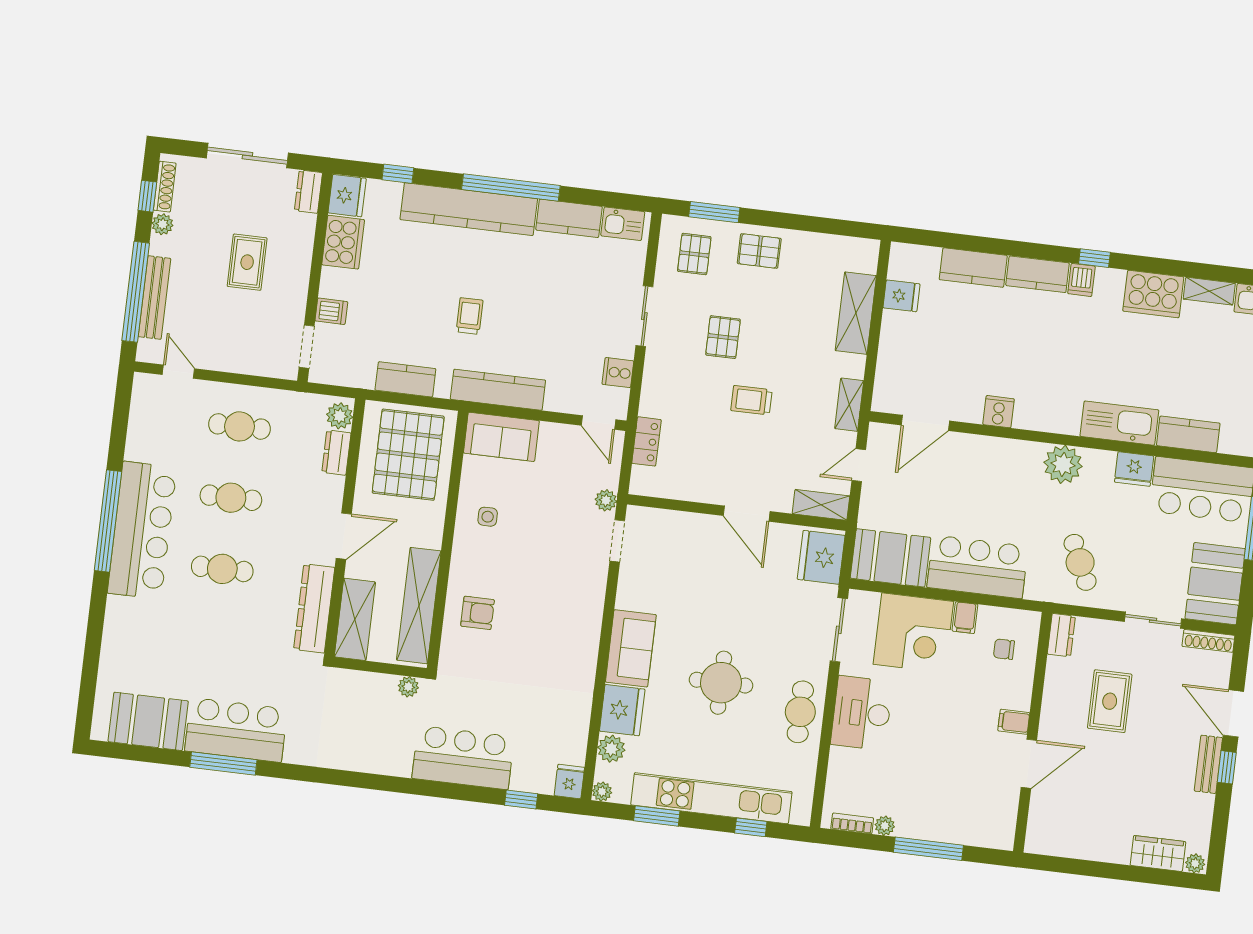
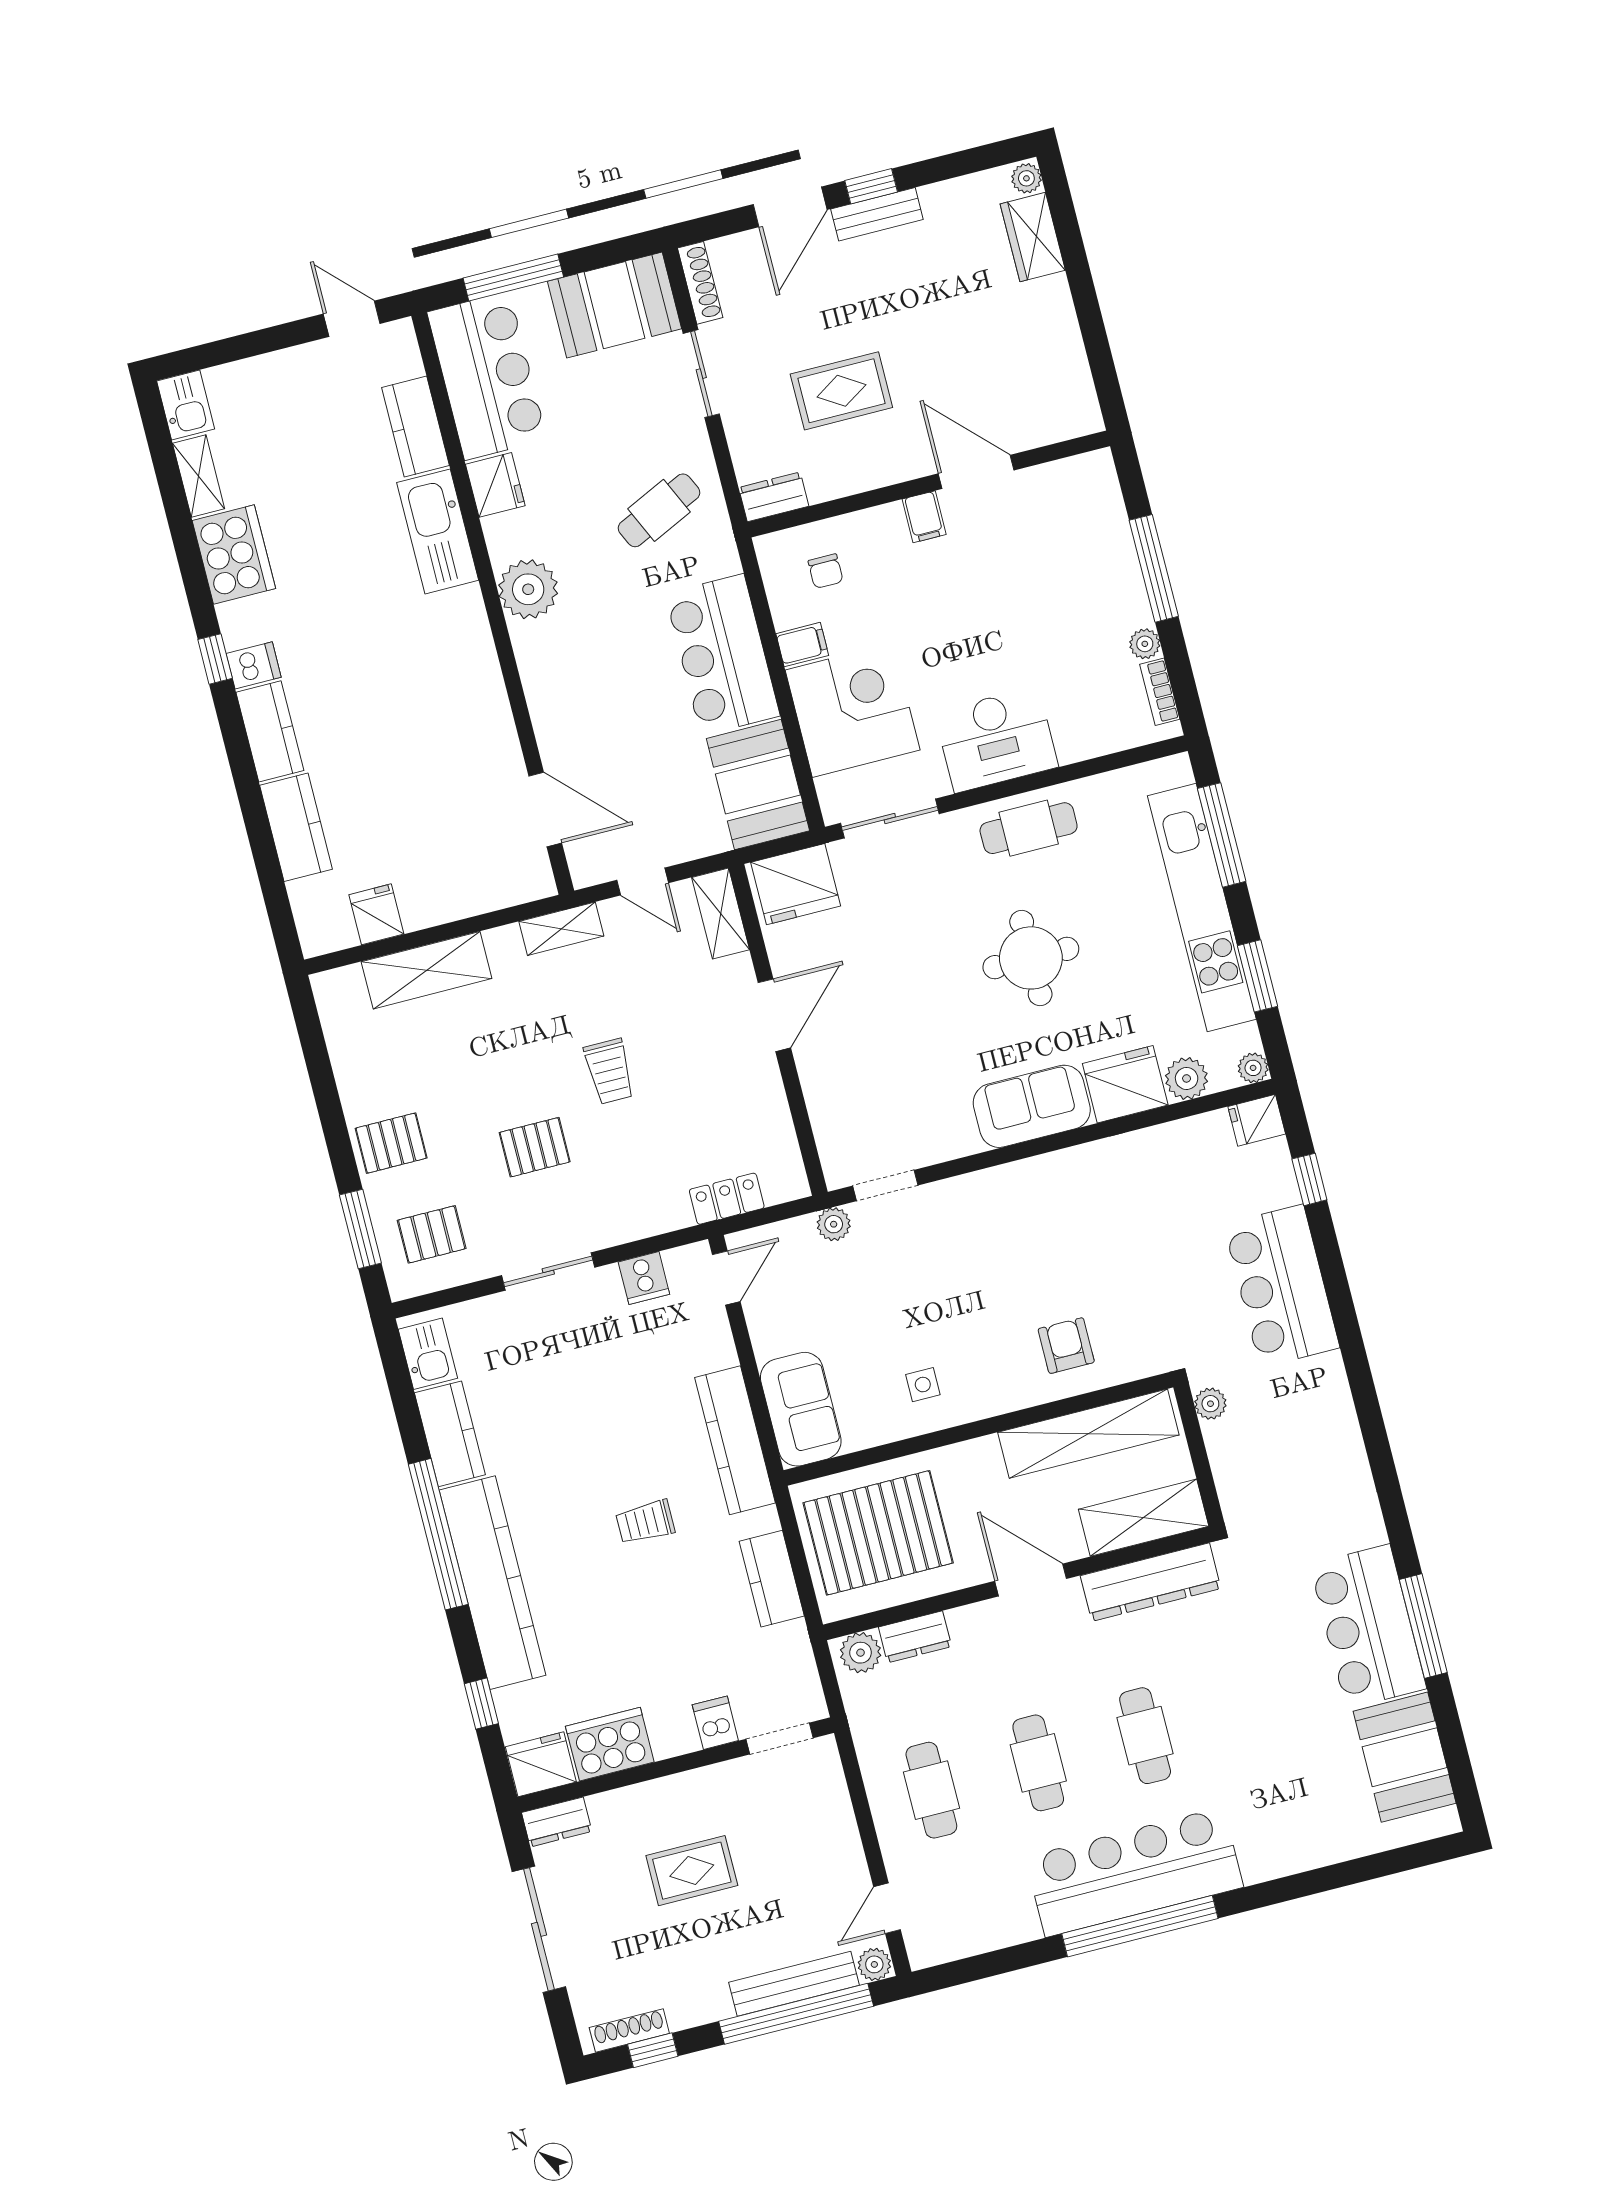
plant: (163, 224) -> (874, 1964), moved
pallet: (759, 251) -> (391, 1143), turned 90
cooker: (999, 412) -> (488, 711), removed
window: (751, 827) -> (1222, 835), width x2.17

